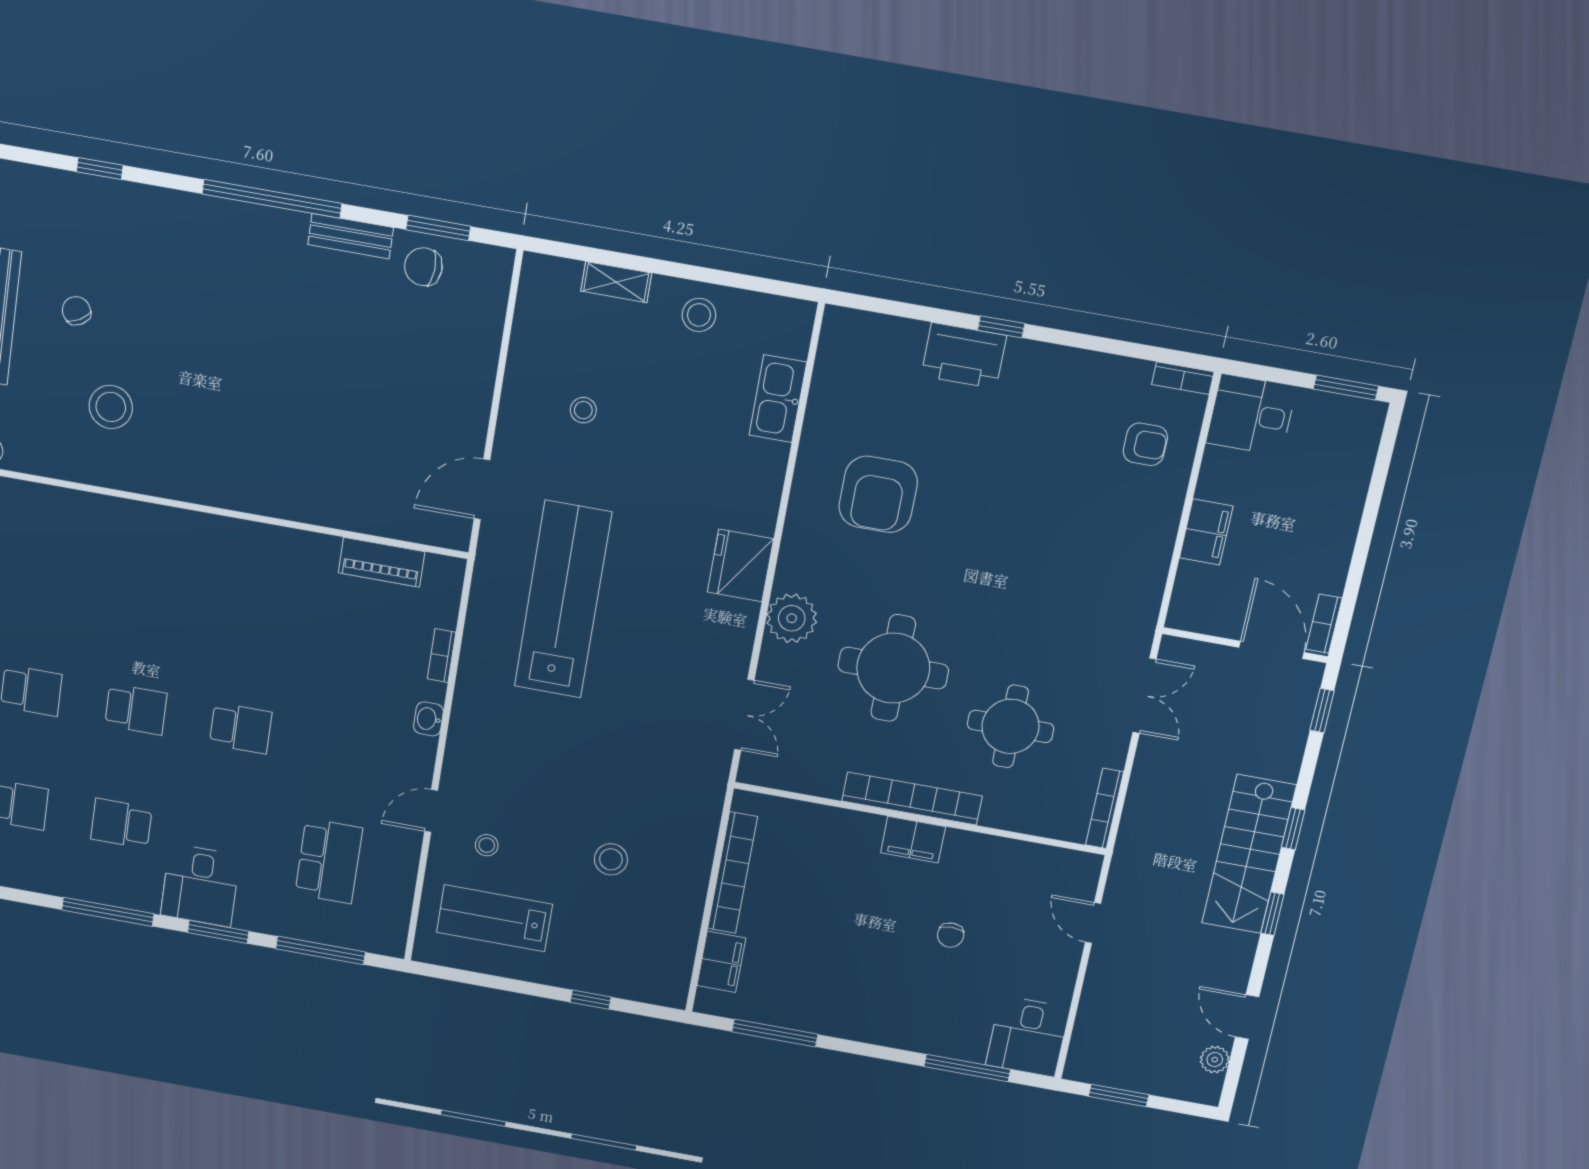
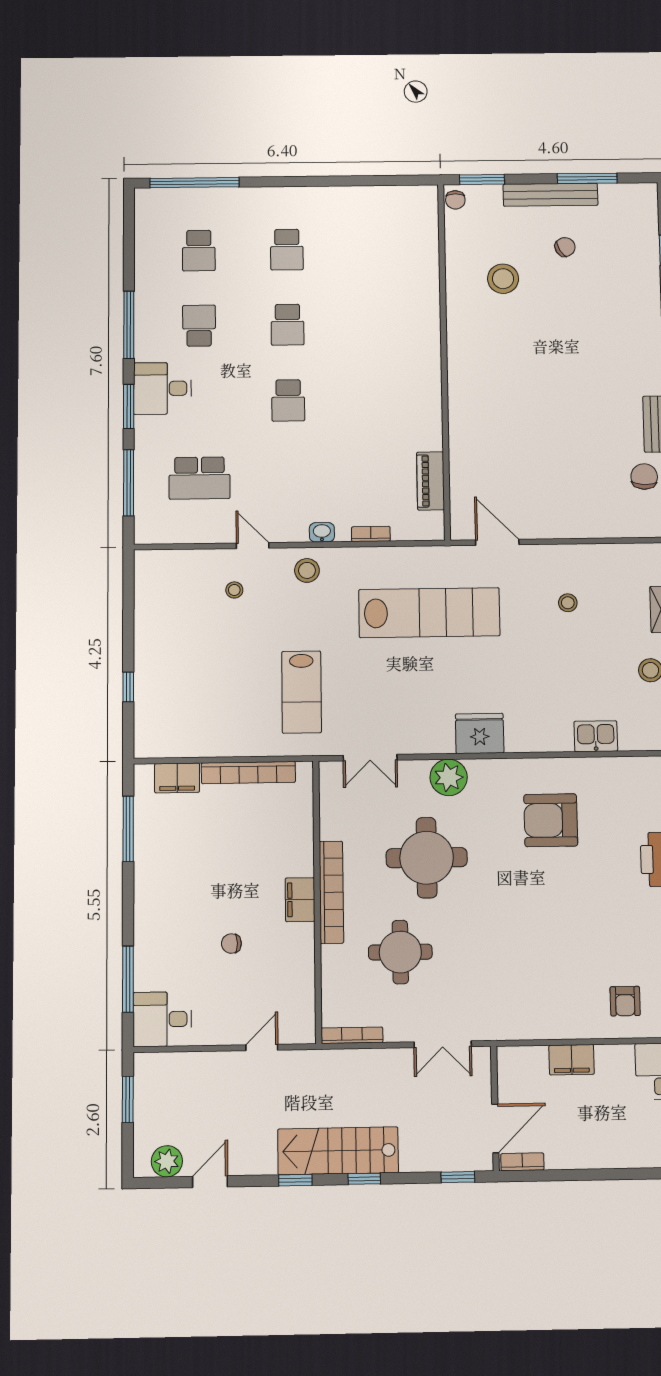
kitchen sink: (778, 399) -> (596, 736), width x0.73
stool: (611, 859) -> (307, 570), moved
lab bench: (494, 918) -> (302, 692), moved, turned 180
plant: (1215, 1060) -> (167, 1161), width x1.38, depth x1.38

